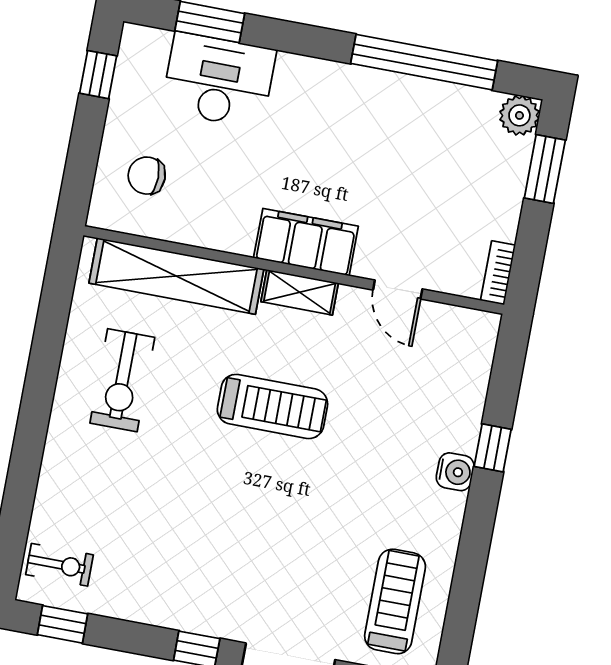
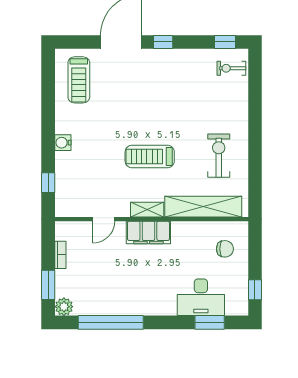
bookcase: (498, 273) -> (60, 255), moved
door: (398, 289) -> (104, 219), swing flipped
window: (493, 448) -> (48, 183), moved

